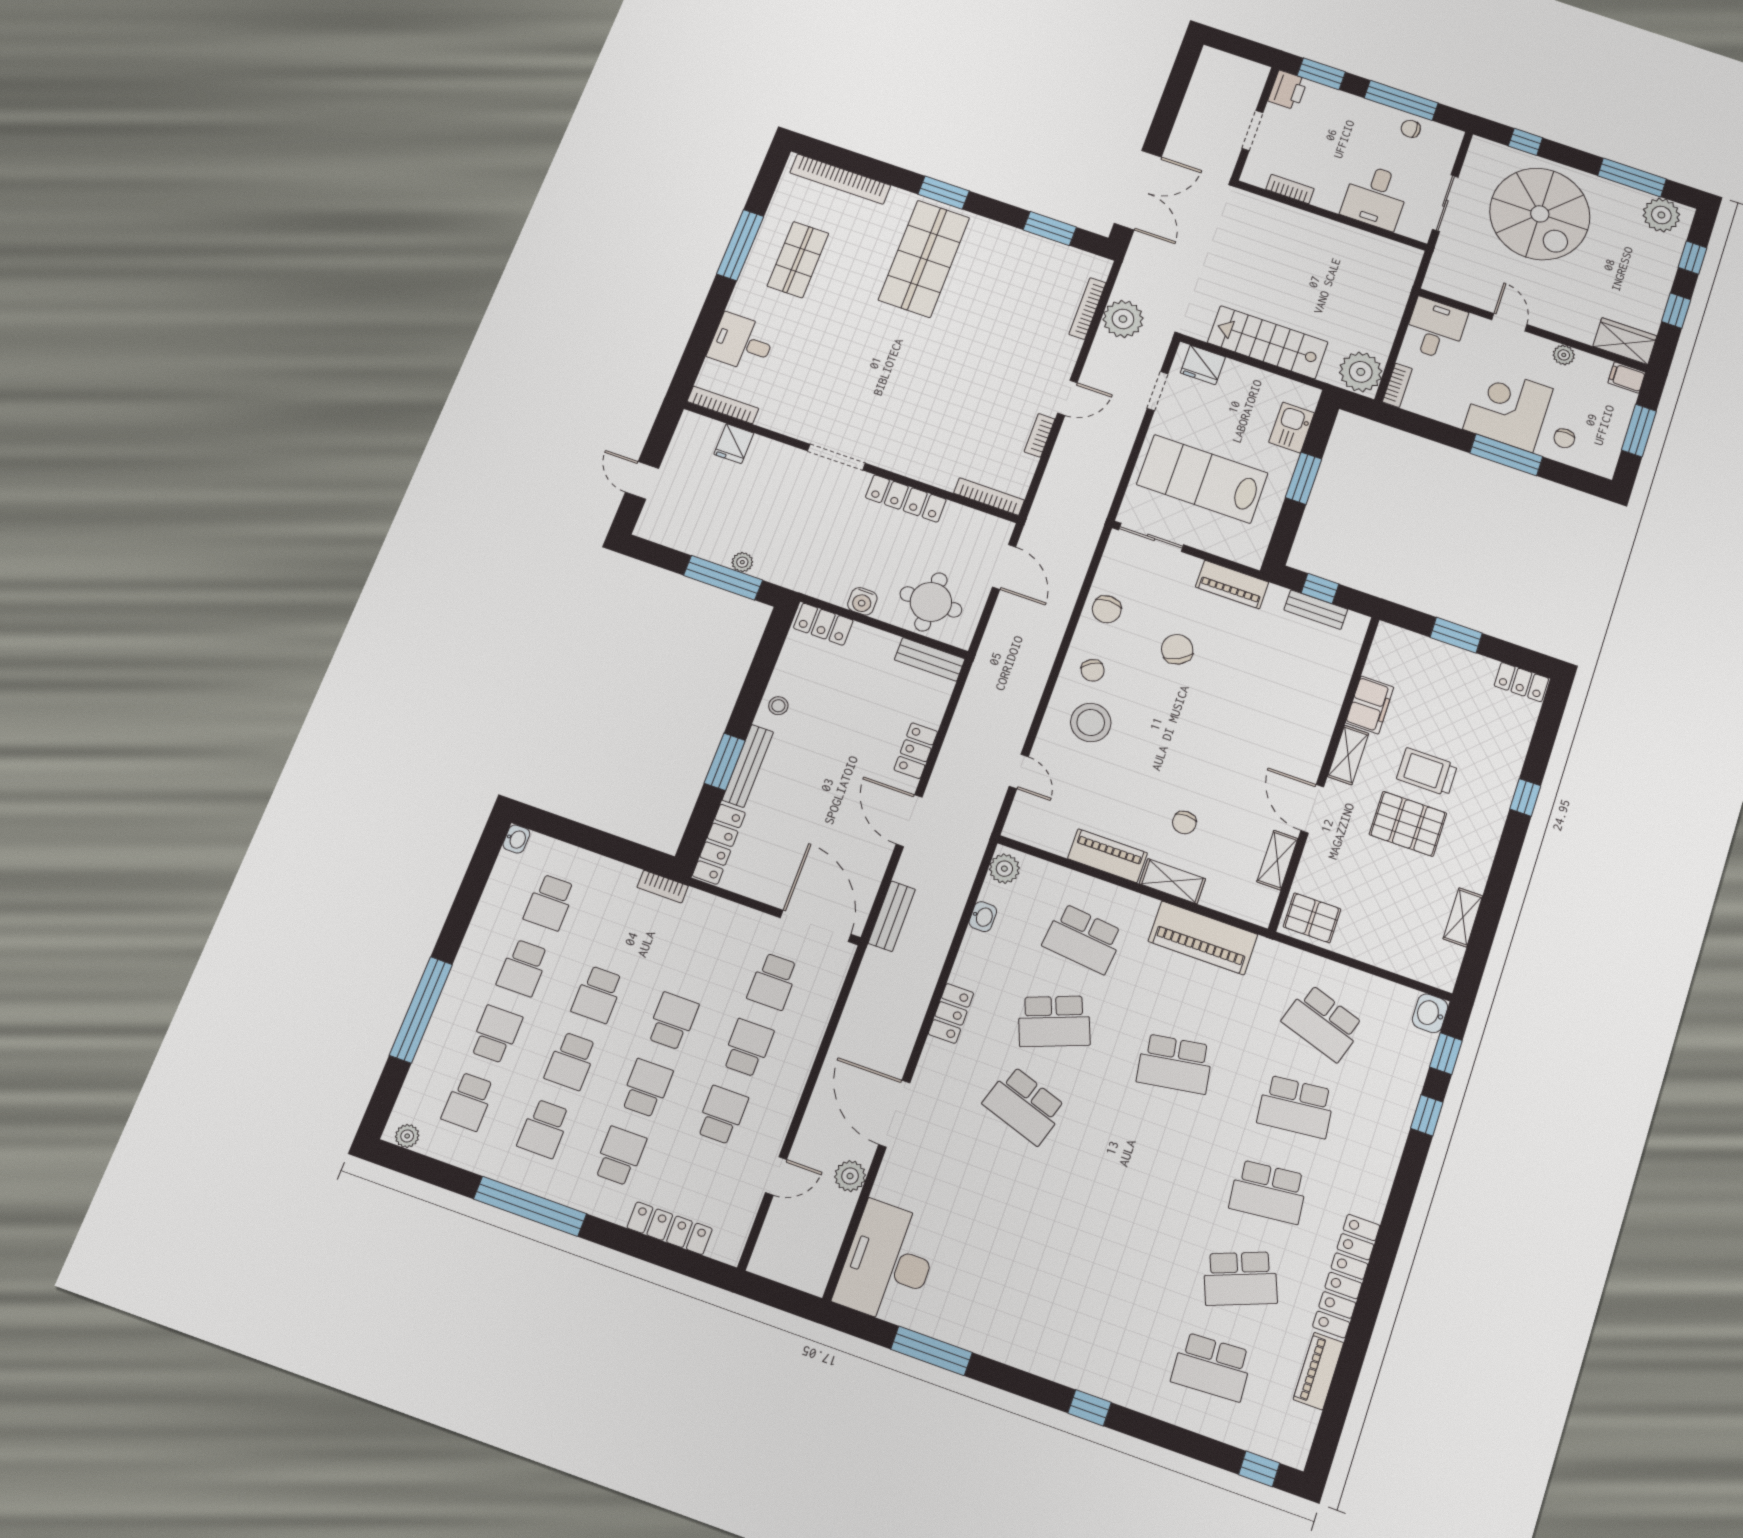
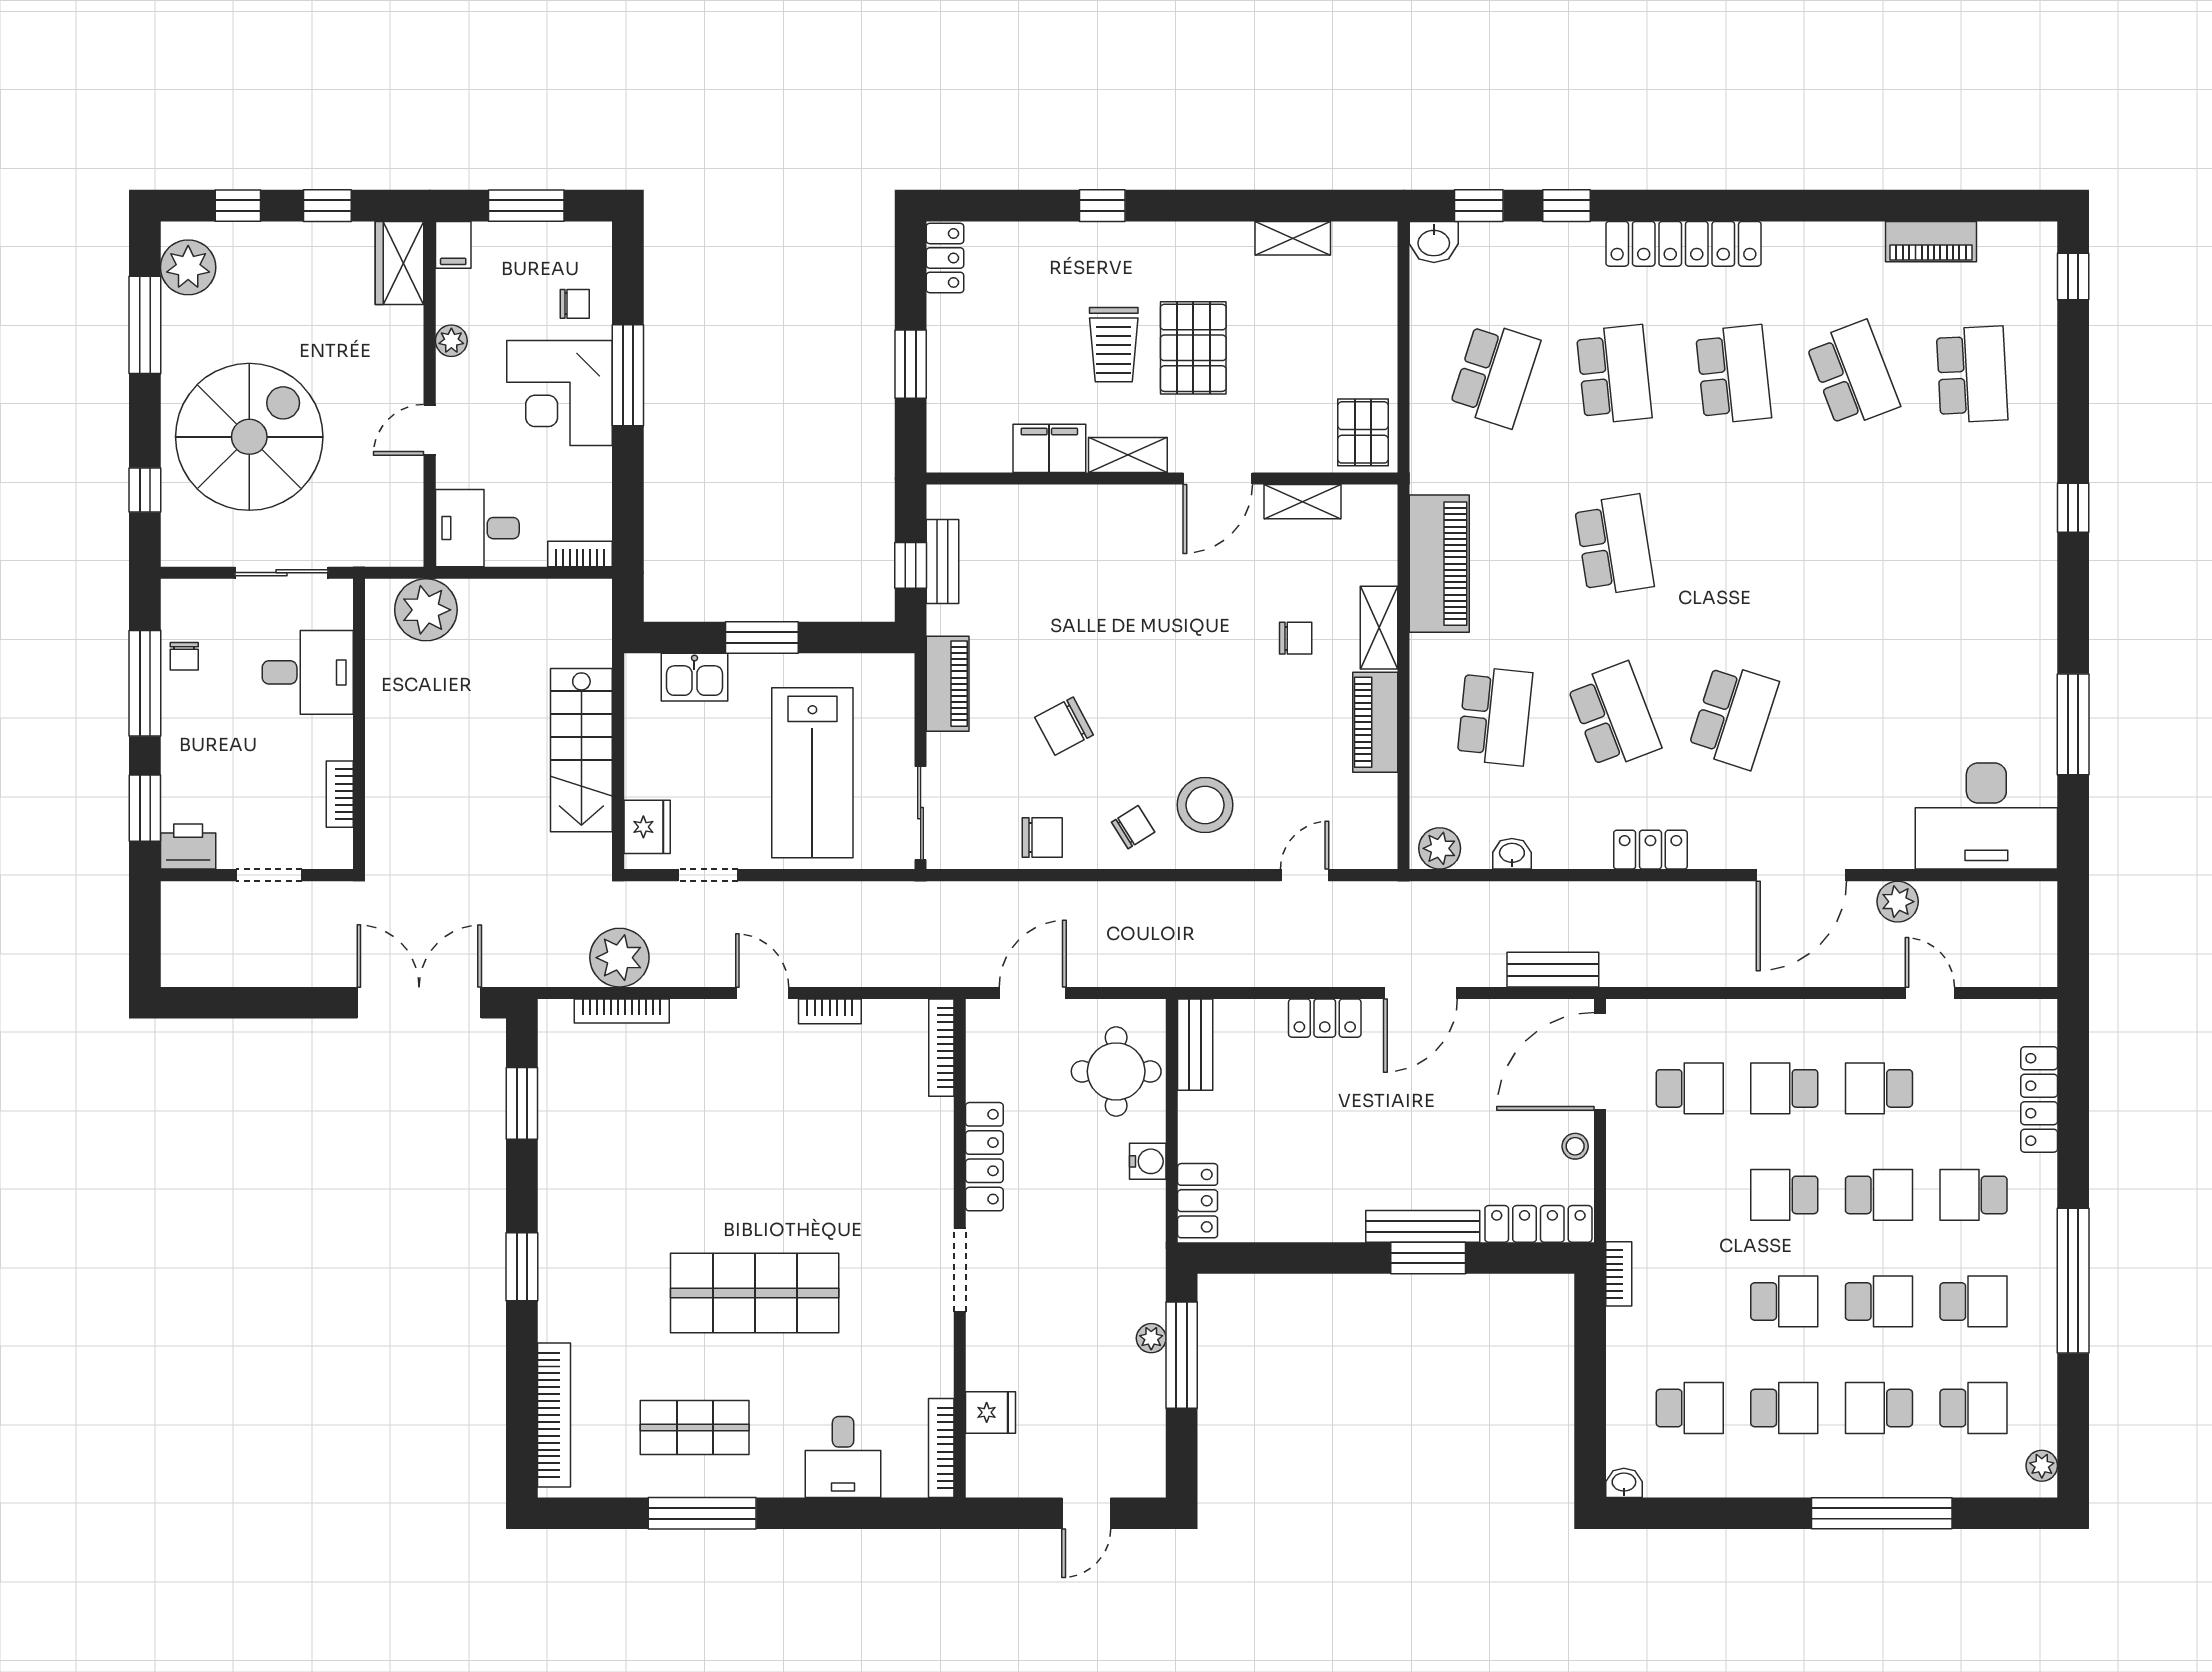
shop shelf: (924, 259) -> (755, 1293), moved
plant: (1361, 372) -> (426, 610), moved
stool: (778, 706) -> (1575, 1146), moved
school desk: (646, 1088) -> (1879, 1195), turned 180
locker: (1346, 1276) -> (1683, 244), moved

